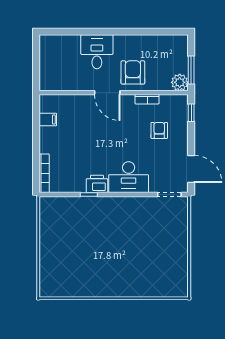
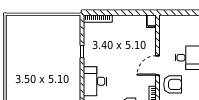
filing cabinet: (48, 120) -> (151, 21), moved
printer: (97, 184) -> (90, 58), removed

